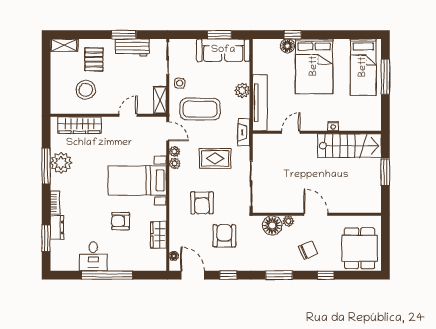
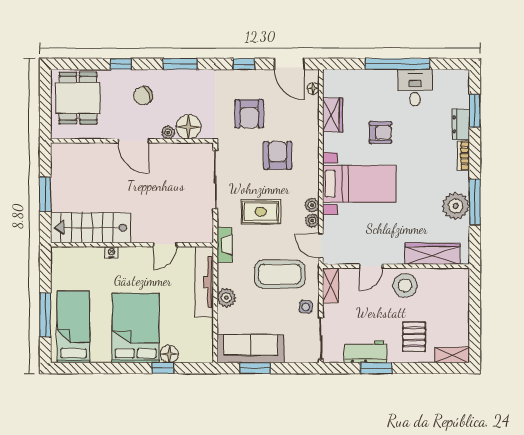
stool: (86, 90) -> (405, 285), moved

